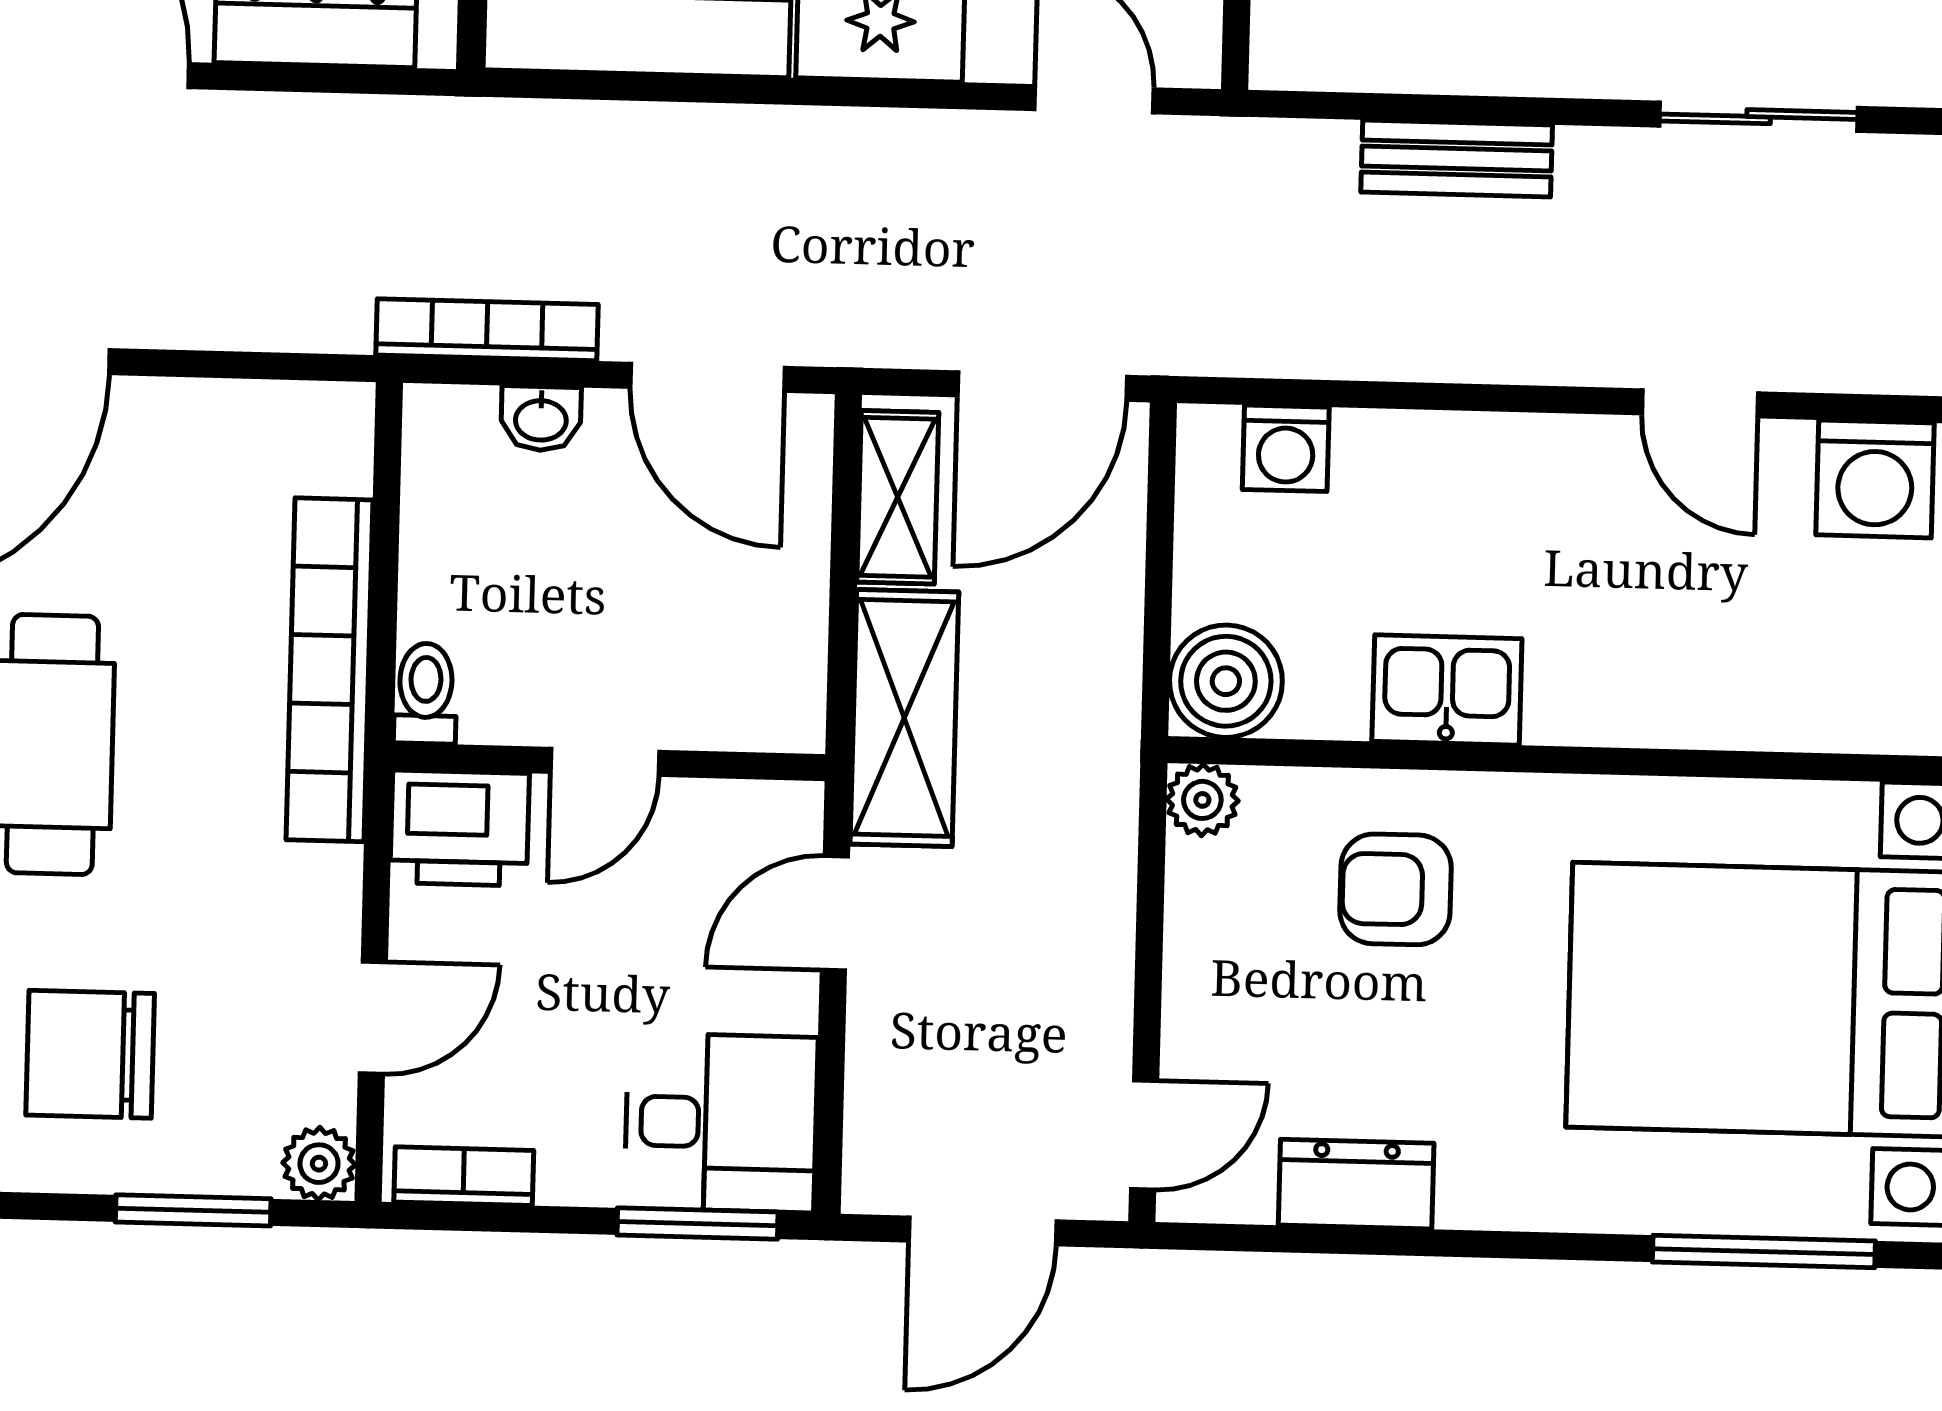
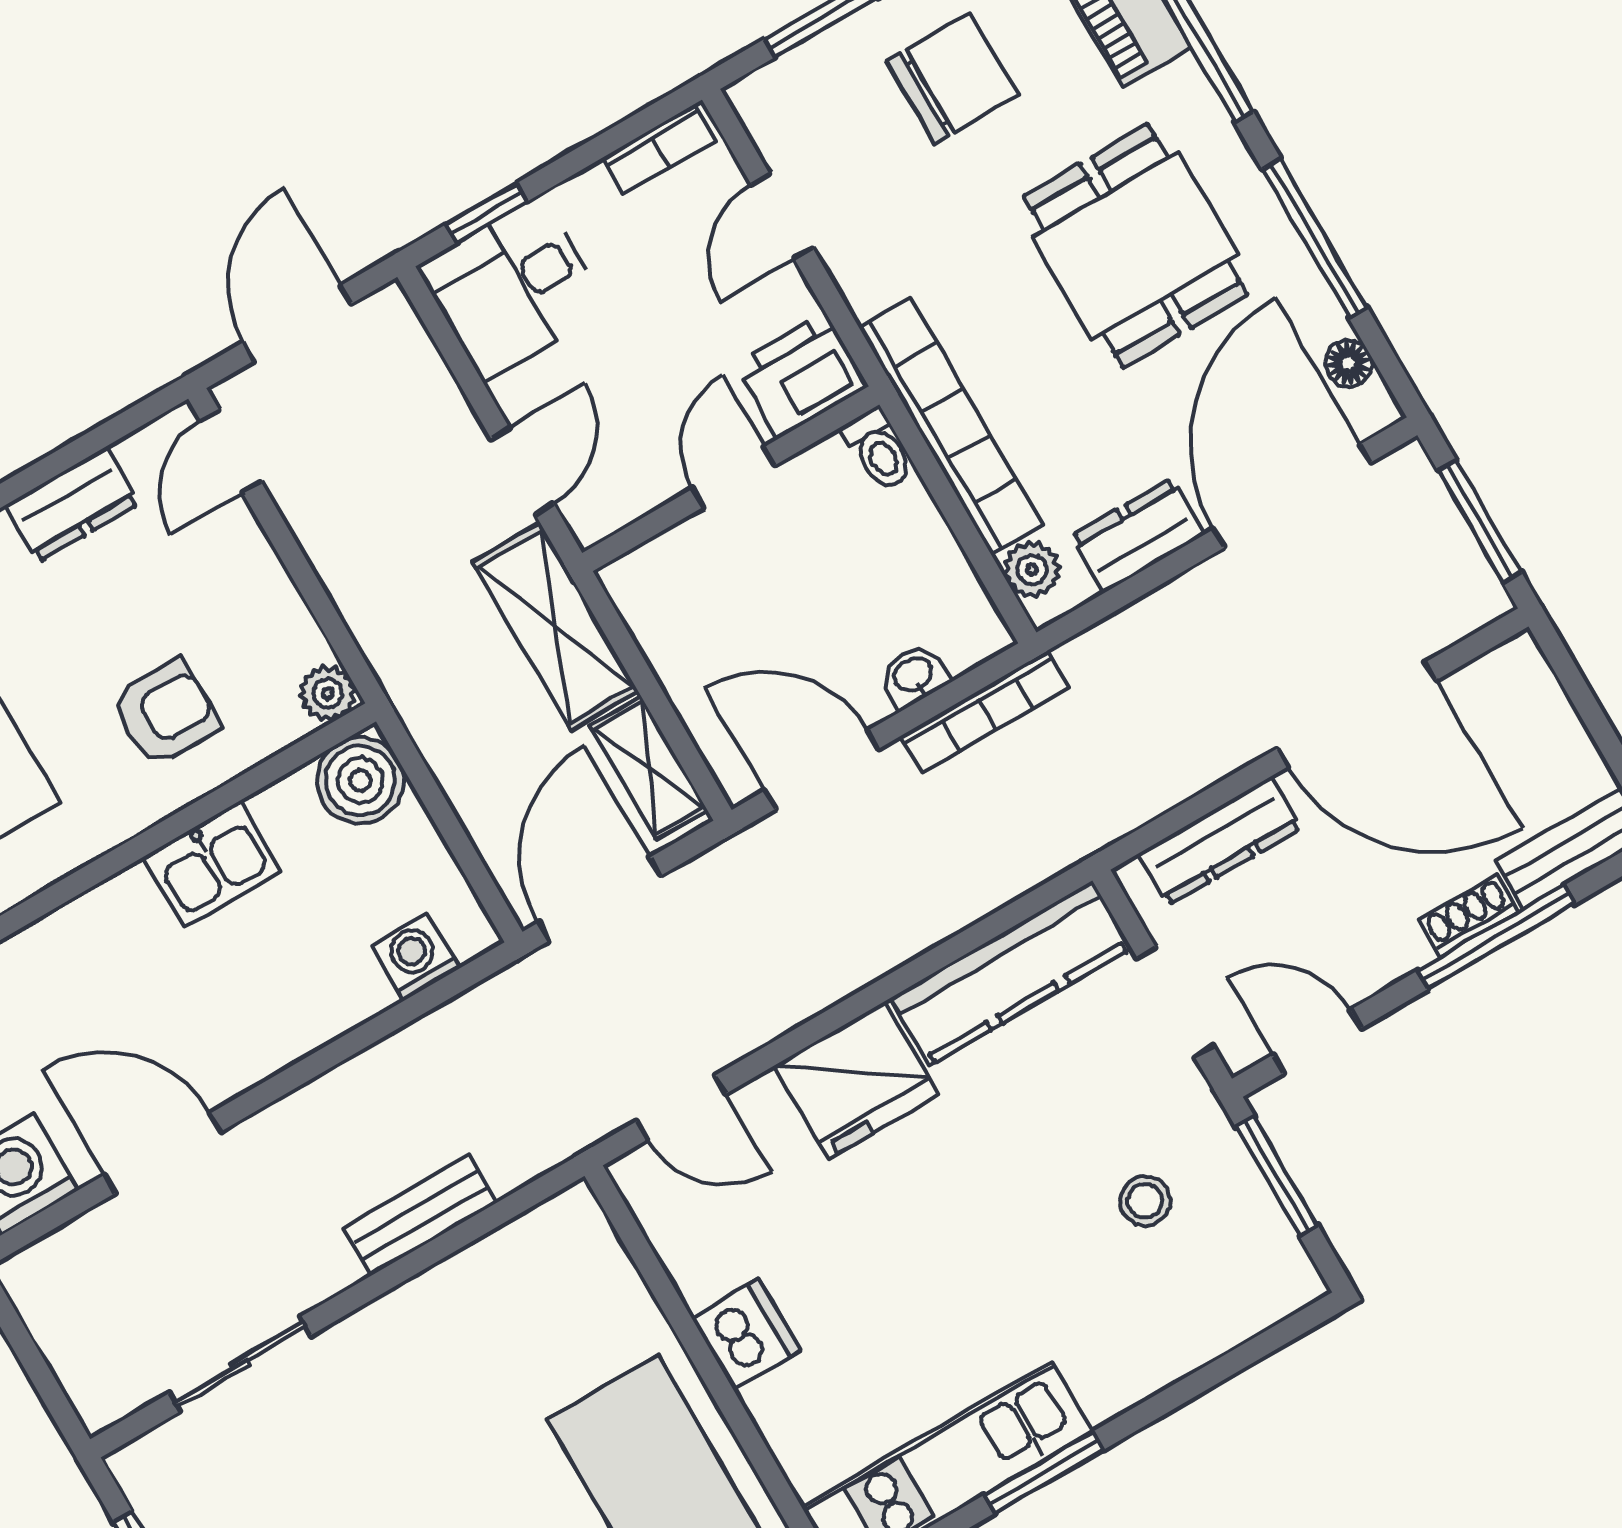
door: (1700, 403) -> (163, 1153), width x1.38
dresser: (197, 420) -> (1138, 536), added
plant: (319, 1164) -> (1032, 570), moved
window: (697, 1224) -> (487, 213), width x0.67

